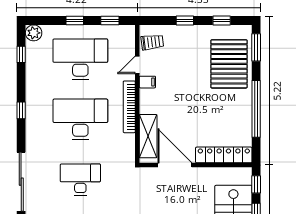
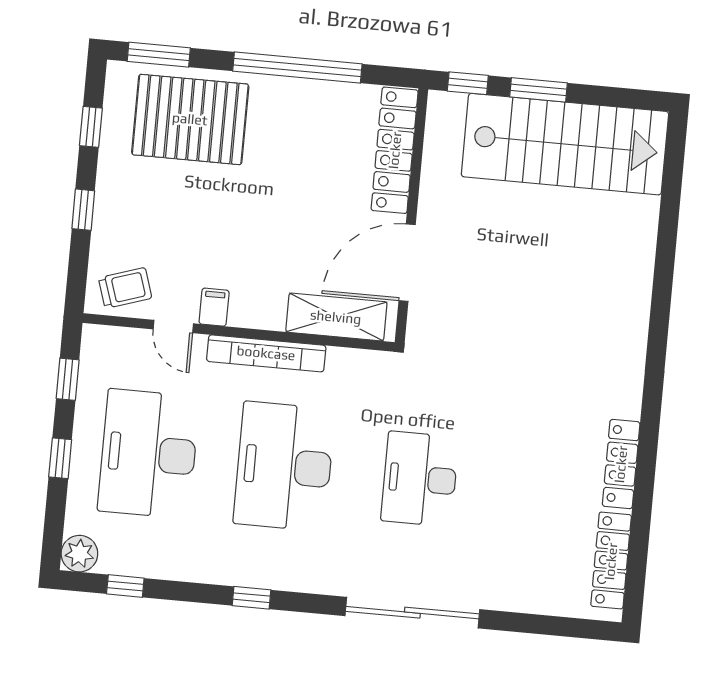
trolley: (152, 42) -> (125, 288), turned 79

